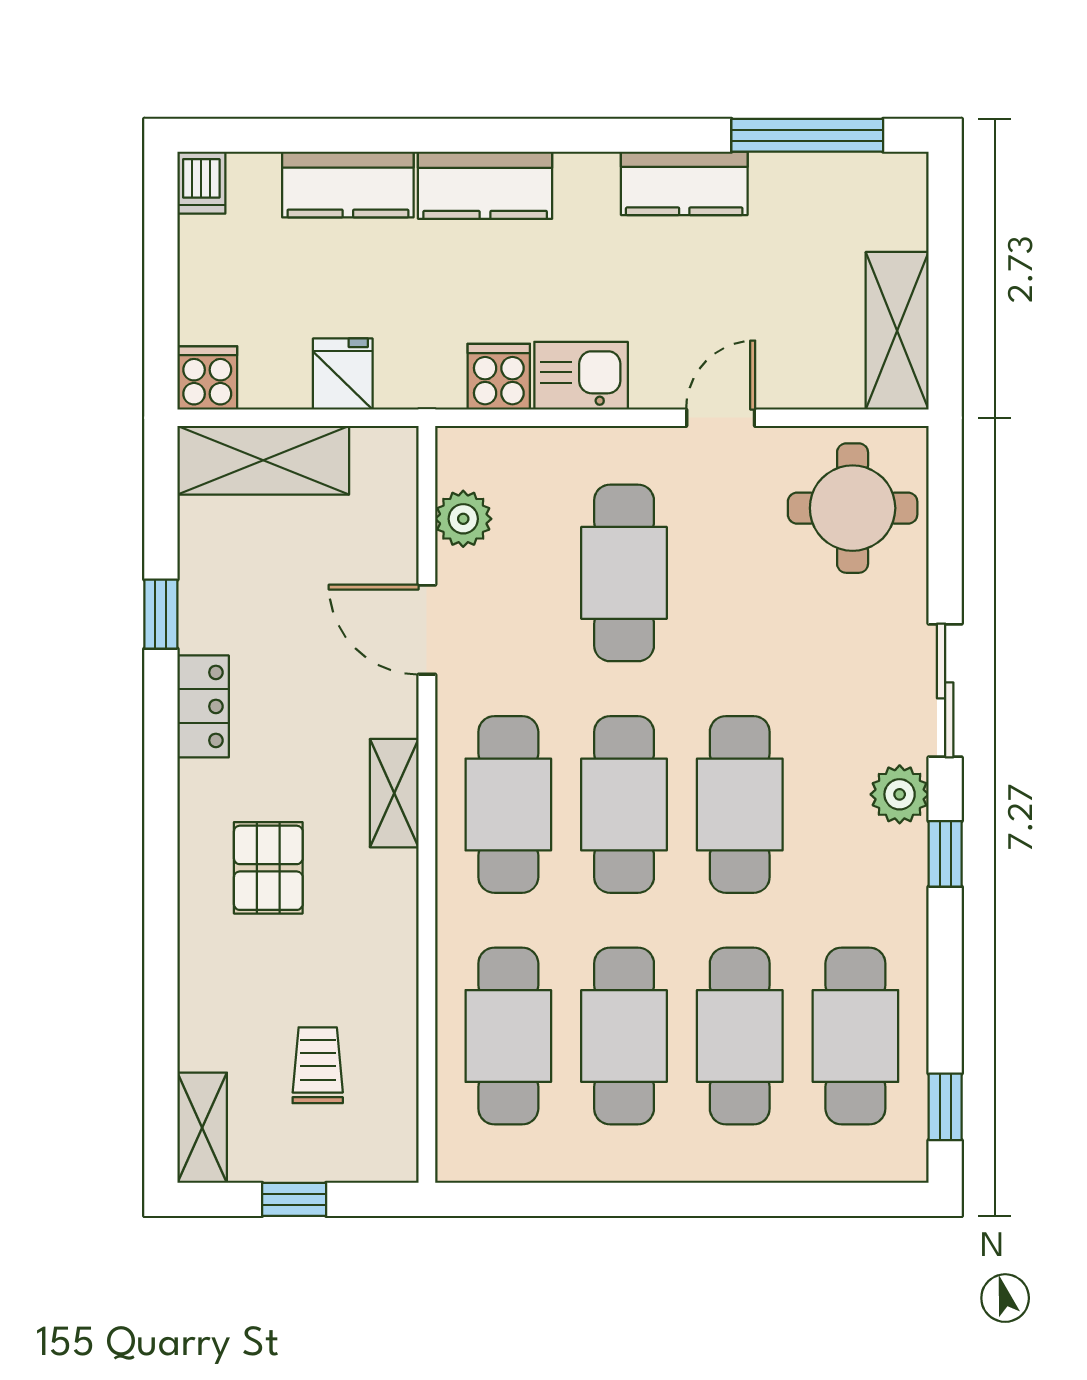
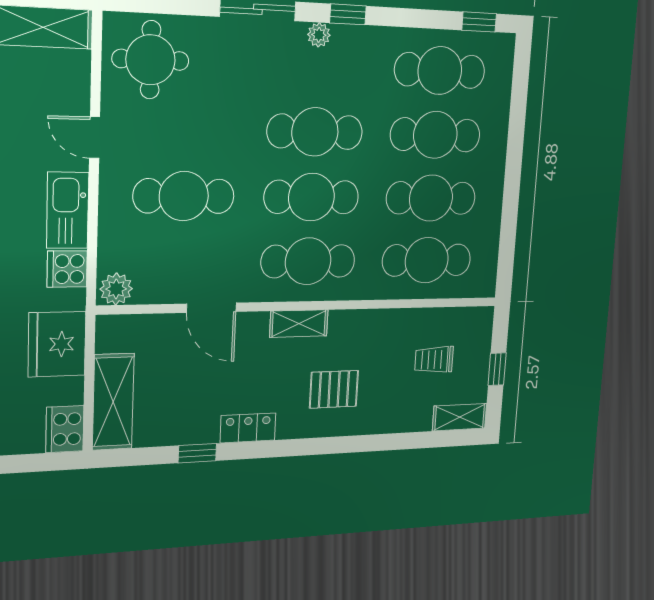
fridge: (343, 374) -> (57, 344), width x1.88, depth x1.34
kitchen sink: (581, 376) -> (68, 210), width x1.38
cooker: (207, 378) -> (65, 429), width x1.36
plant: (463, 519) -> (116, 289), moved
door: (427, 630) -> (212, 308), hinge flipped
plant: (900, 794) -> (319, 35), width x0.73, depth x0.73

